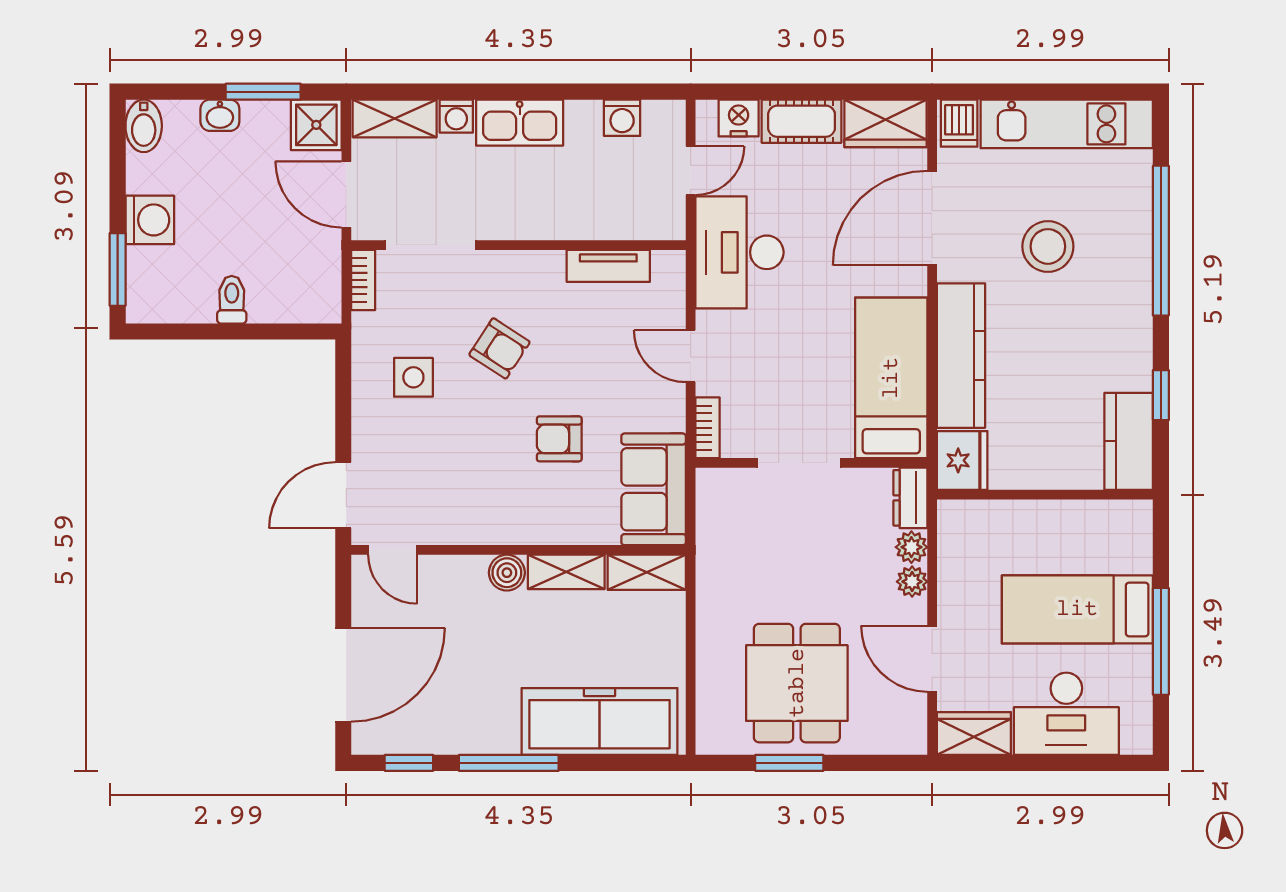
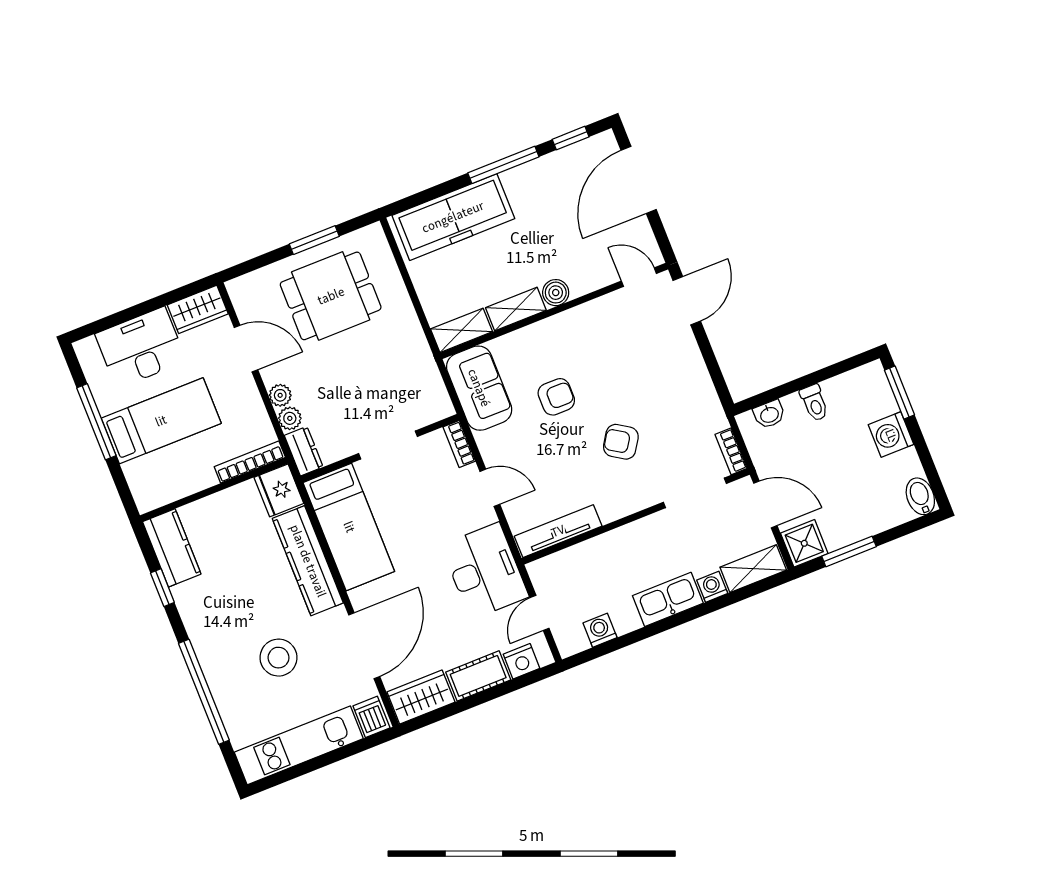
washbasin: (220, 115) -> (769, 414), moved, turned 180
tv unit: (608, 266) -> (558, 531), width x1.41
side table: (413, 377) -> (671, 399), removed
bookcase: (985, 512) -> (250, 462), added
dining table: (797, 683) -> (331, 296), turned 90

